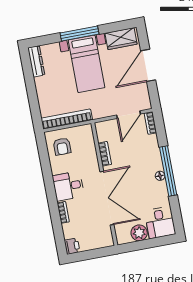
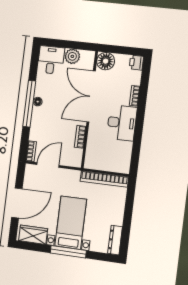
armchair: (62, 146) -> (116, 156), removed
desk: (68, 186) -> (122, 123), width x1.37
floor lamp: (104, 238) -> (106, 61), added

